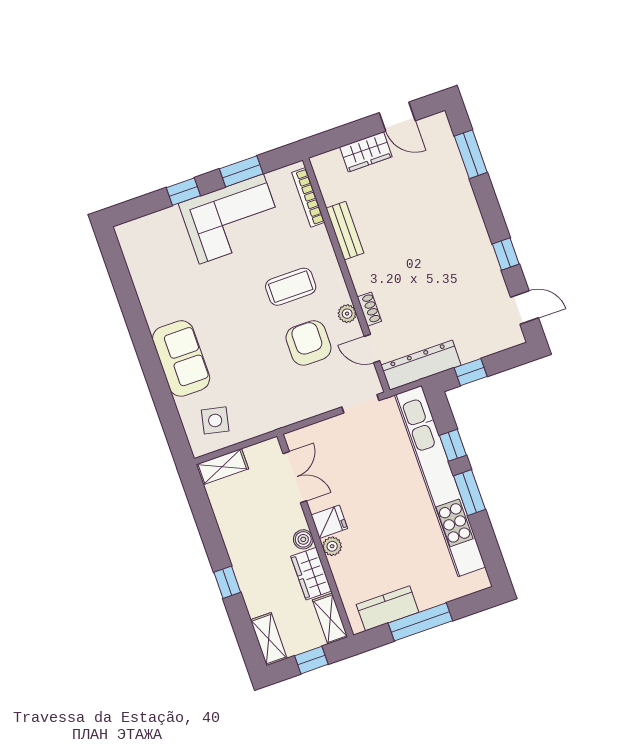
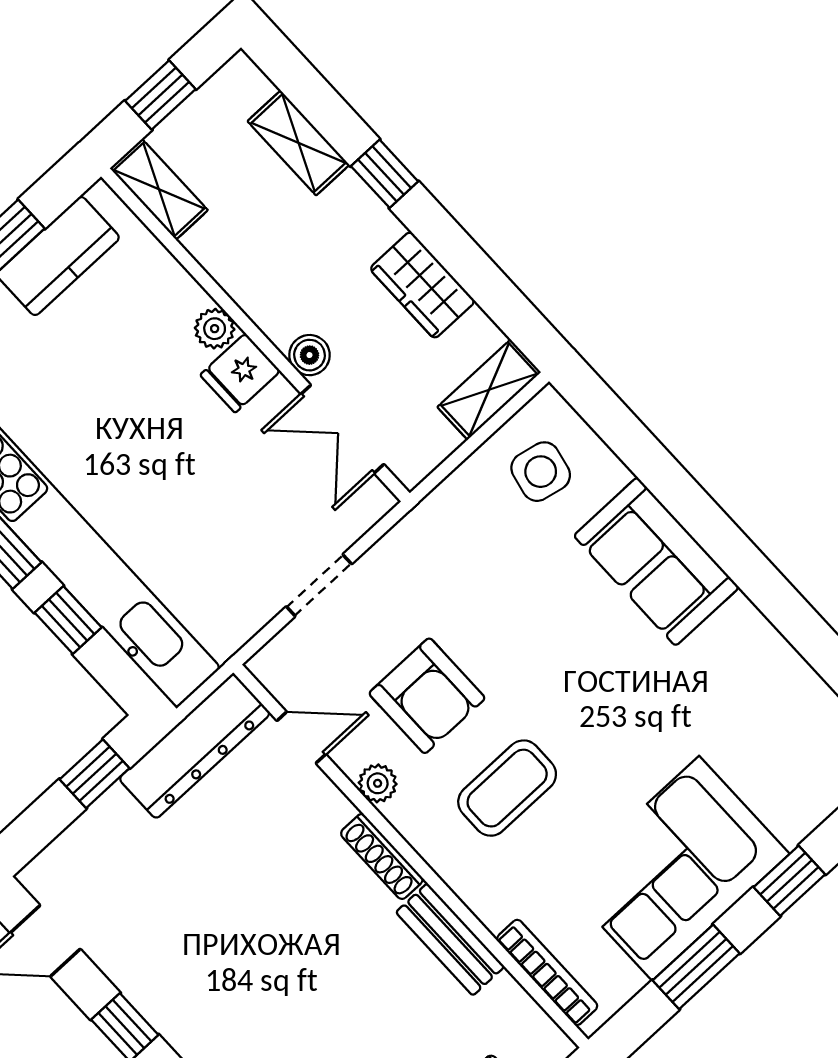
shoe rack: (369, 309) -> (382, 856), moved, width x1.43
doorway: (360, 404) -> (319, 585), moved
boiler: (303, 539) -> (309, 355), moved
wardrobe: (311, 574) -> (422, 285), moved, turned 180
shelving: (269, 639) -> (298, 143), moved

